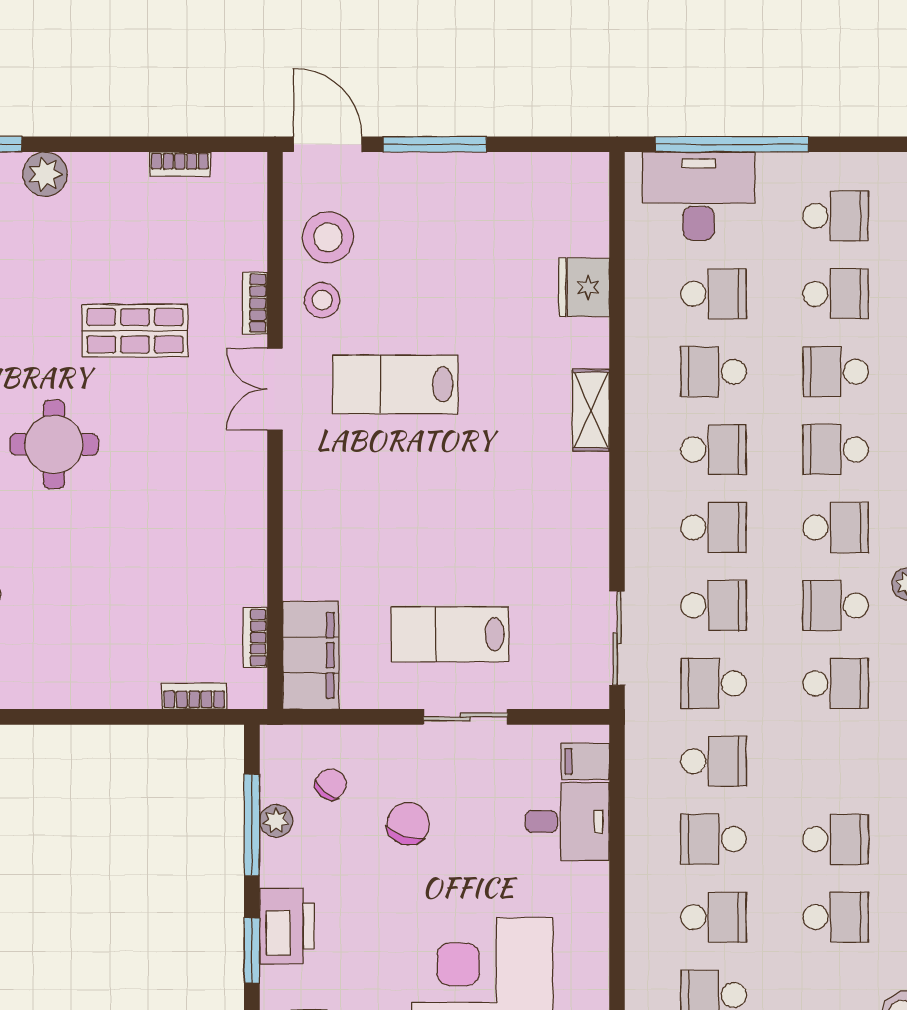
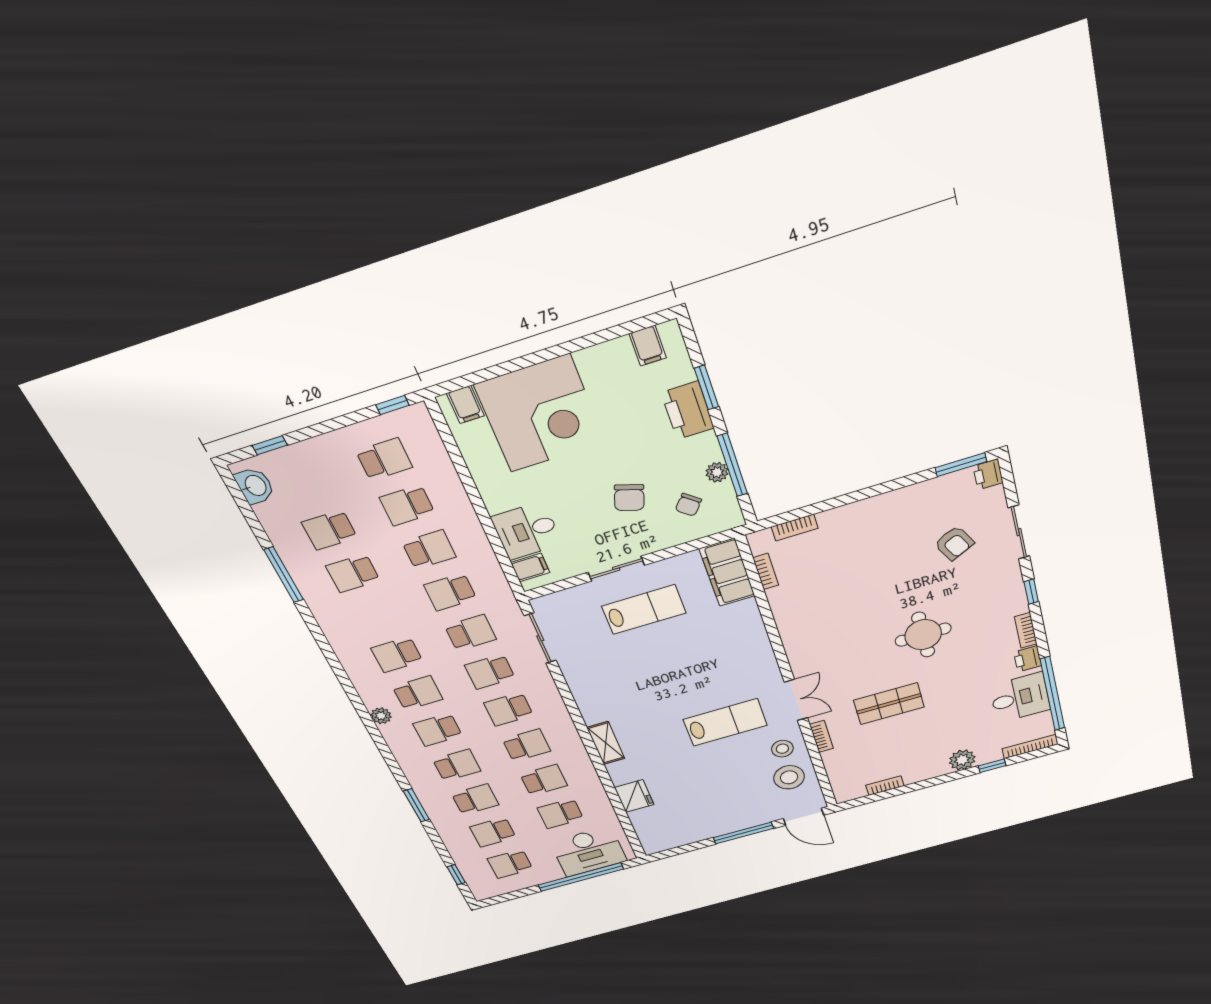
school desk: (714, 450) -> (526, 745), turned 180

